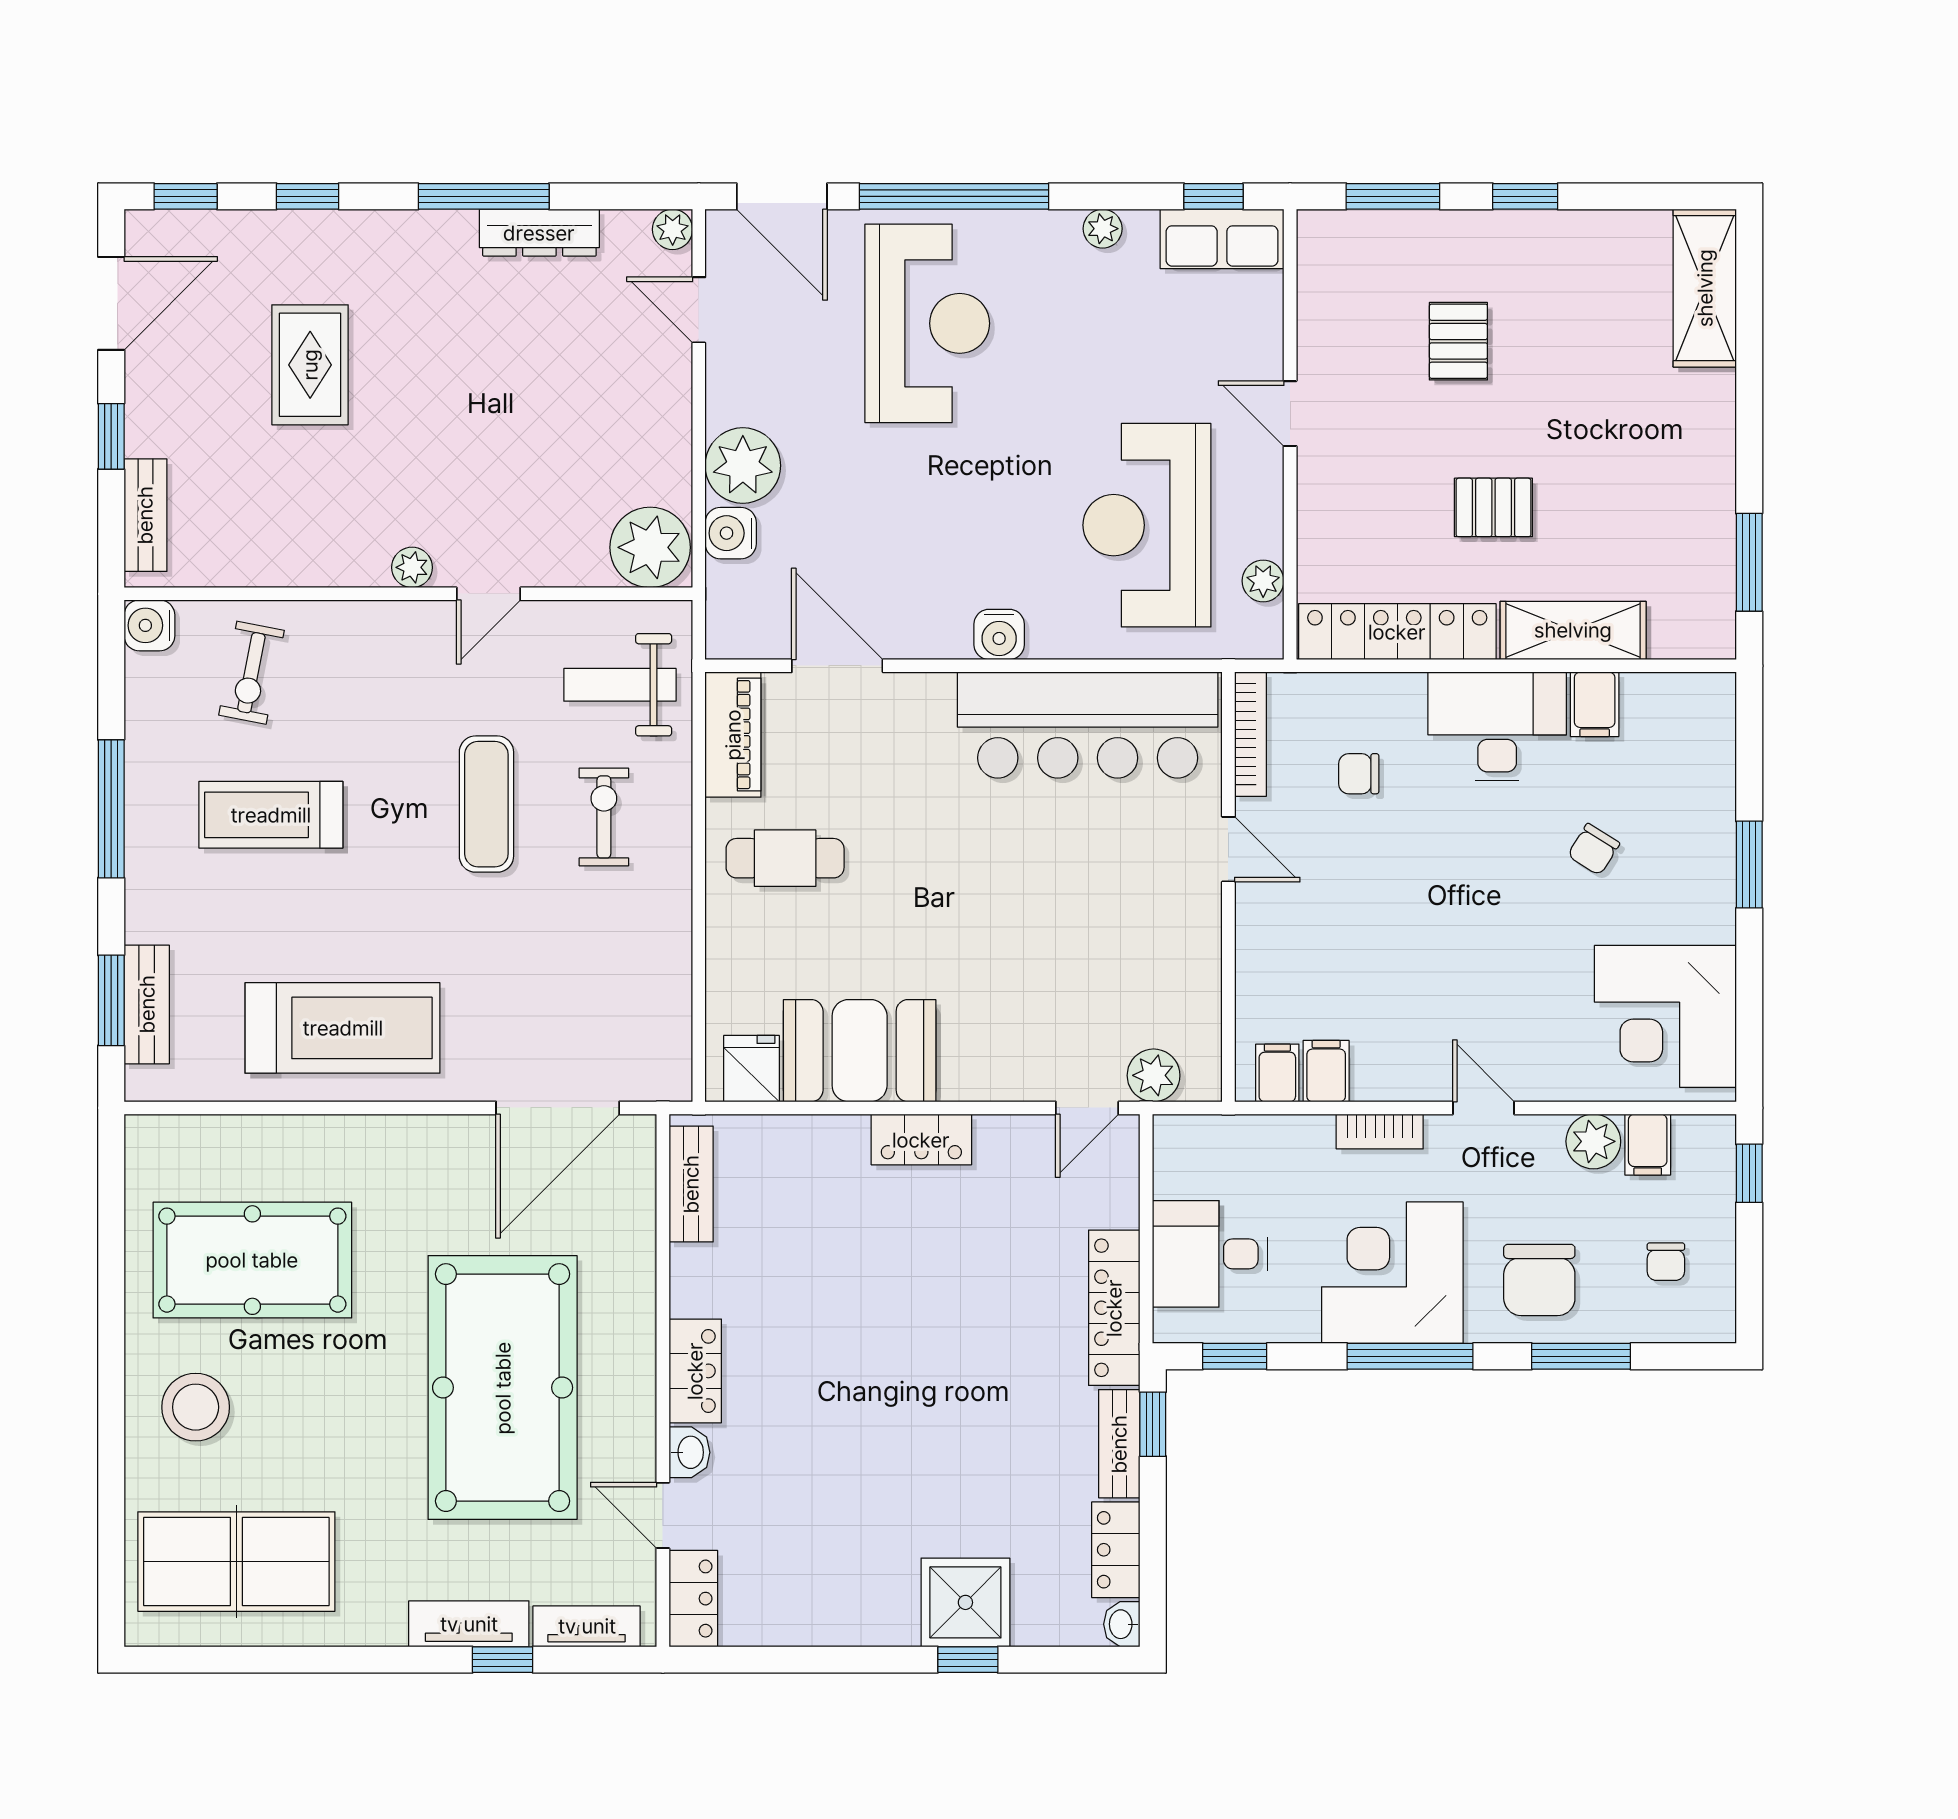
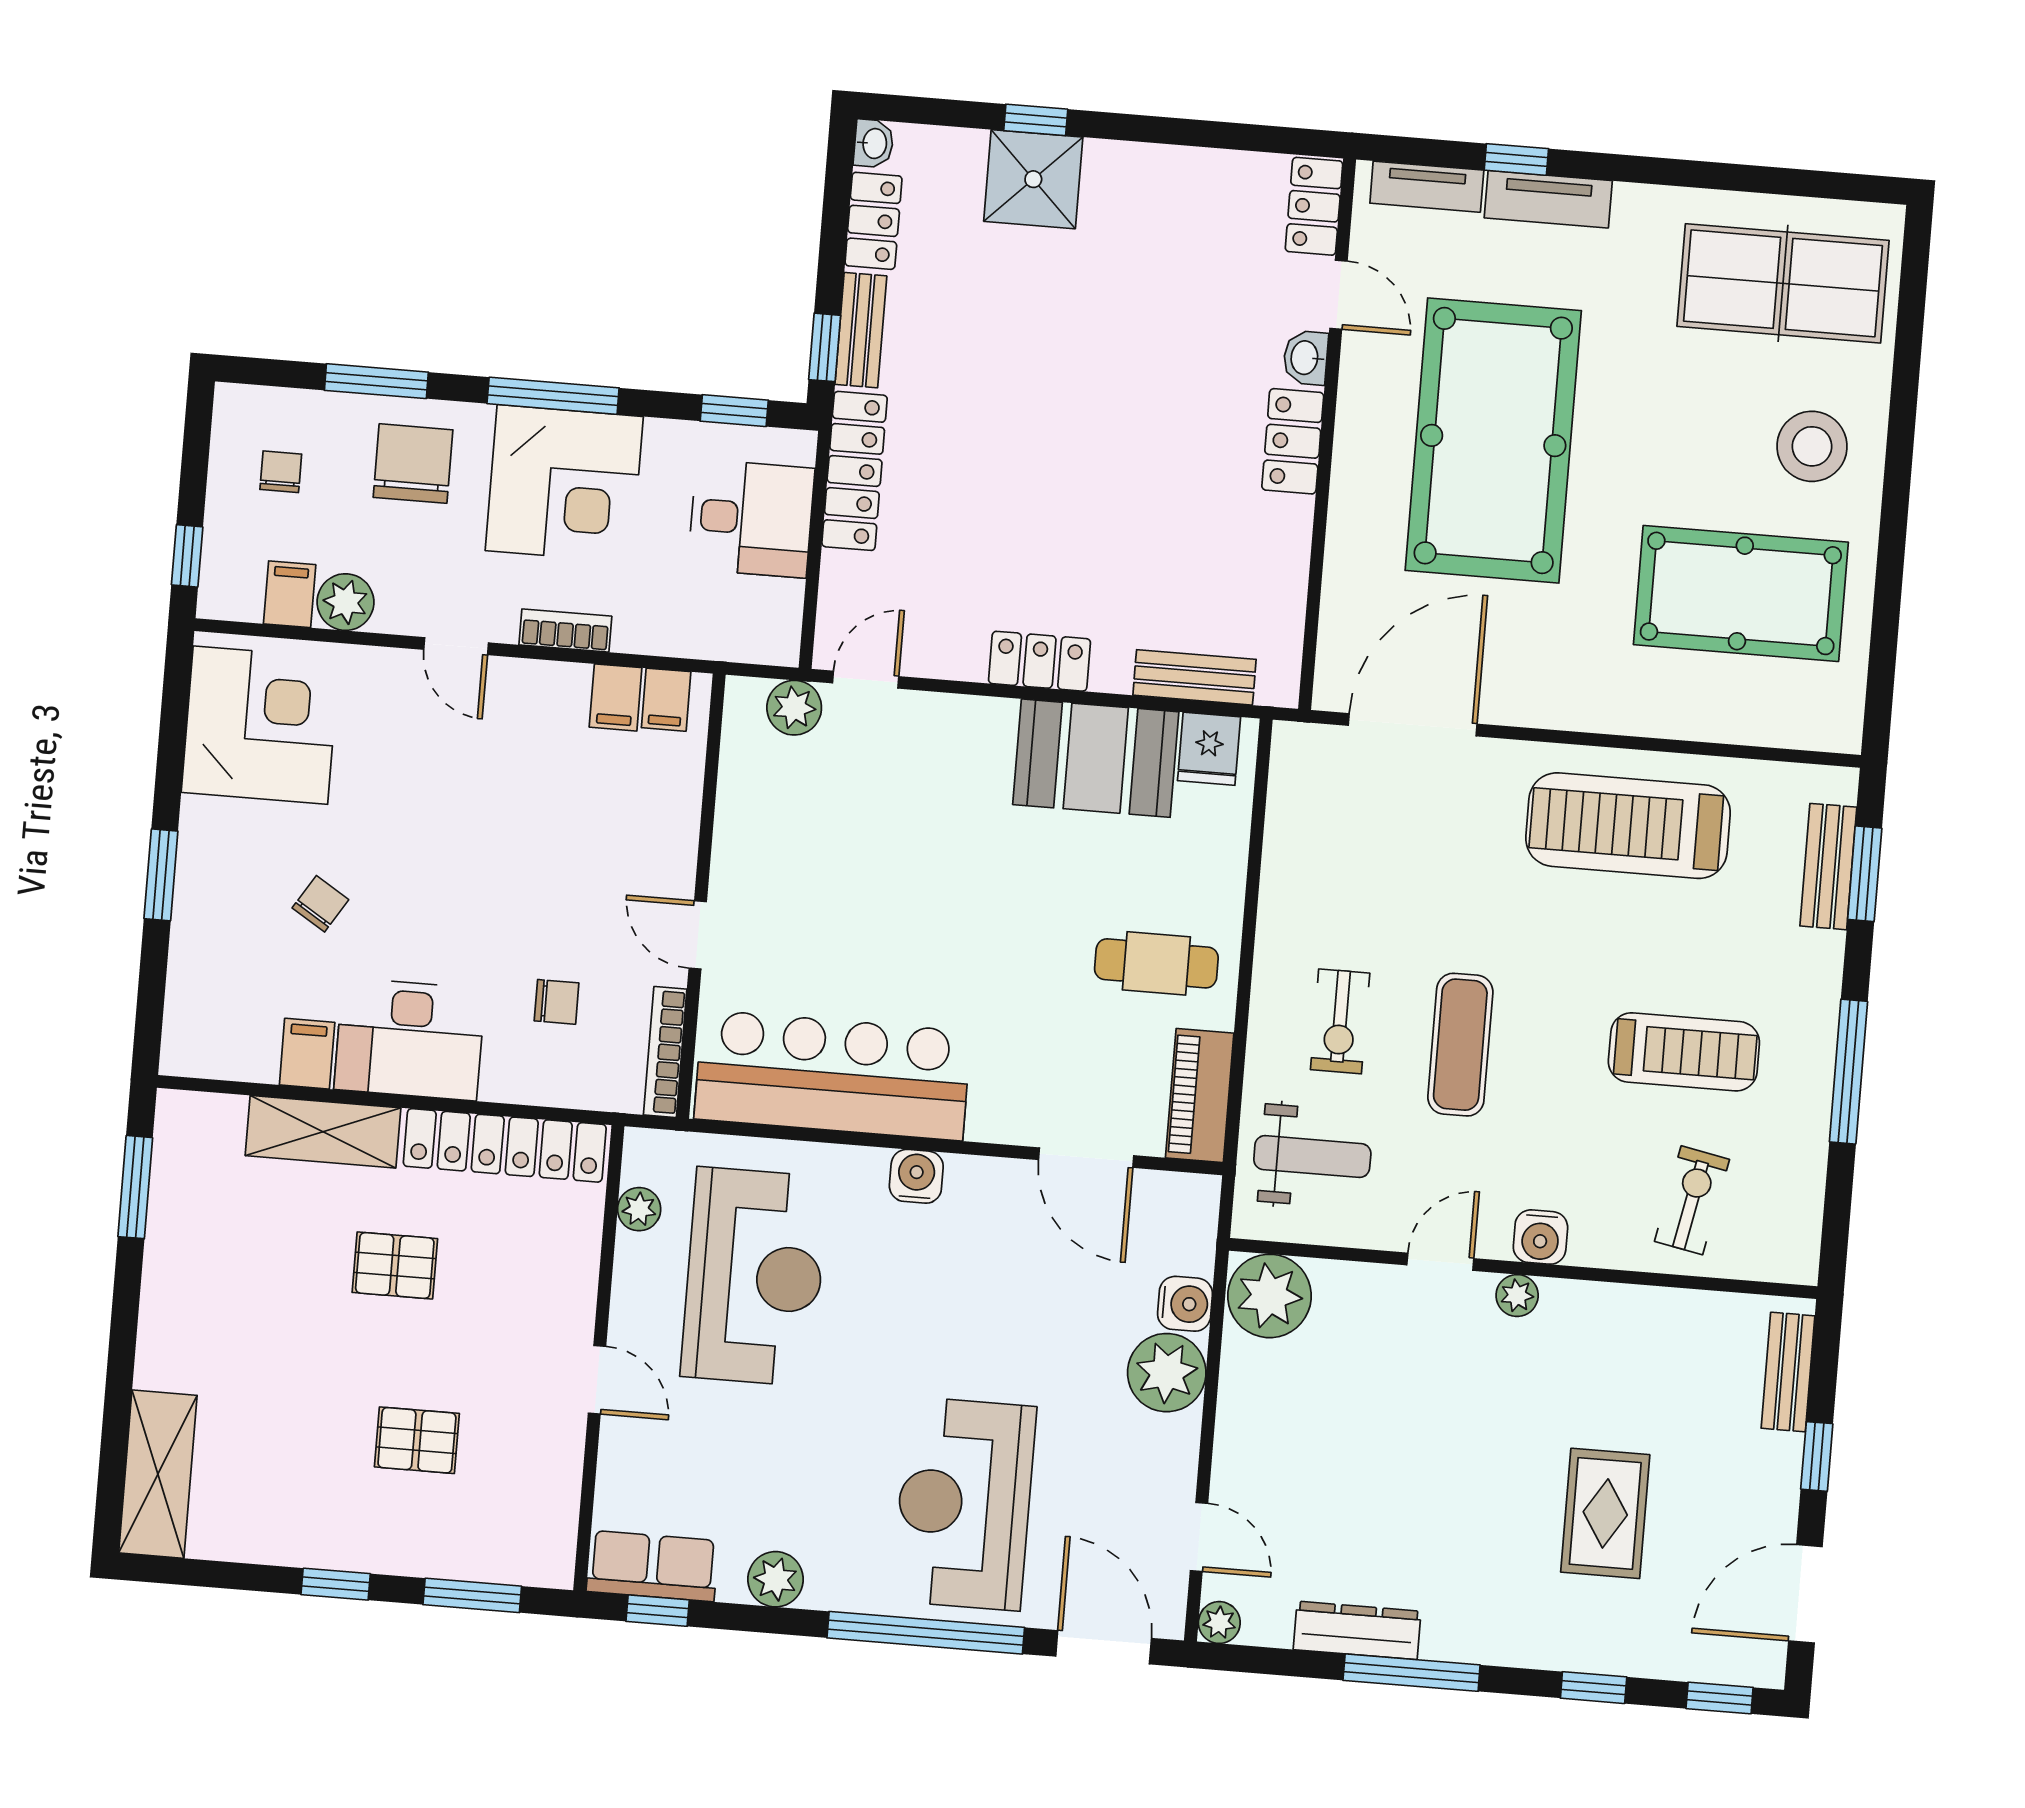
plant: (1103, 229) -> (776, 1579), width x1.38, depth x1.38
pallet: (1458, 341) -> (417, 1440), turned 90
water cooler: (149, 625) -> (1540, 1237), moved, turned 90
bench: (691, 1184) -> (1194, 677), moved, turned 90

